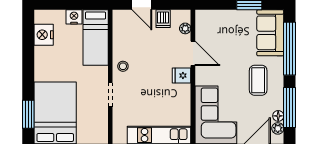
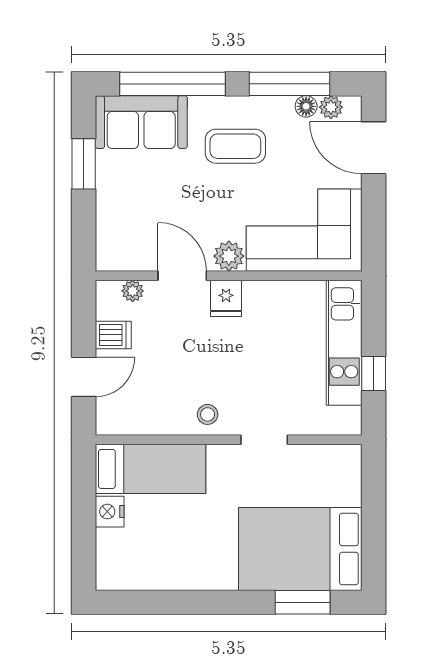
nightstand: (44, 35) -> (145, 572), removed
door: (193, 53) -> (182, 276), hinge flipped
plant: (203, 77) -> (229, 256), added

